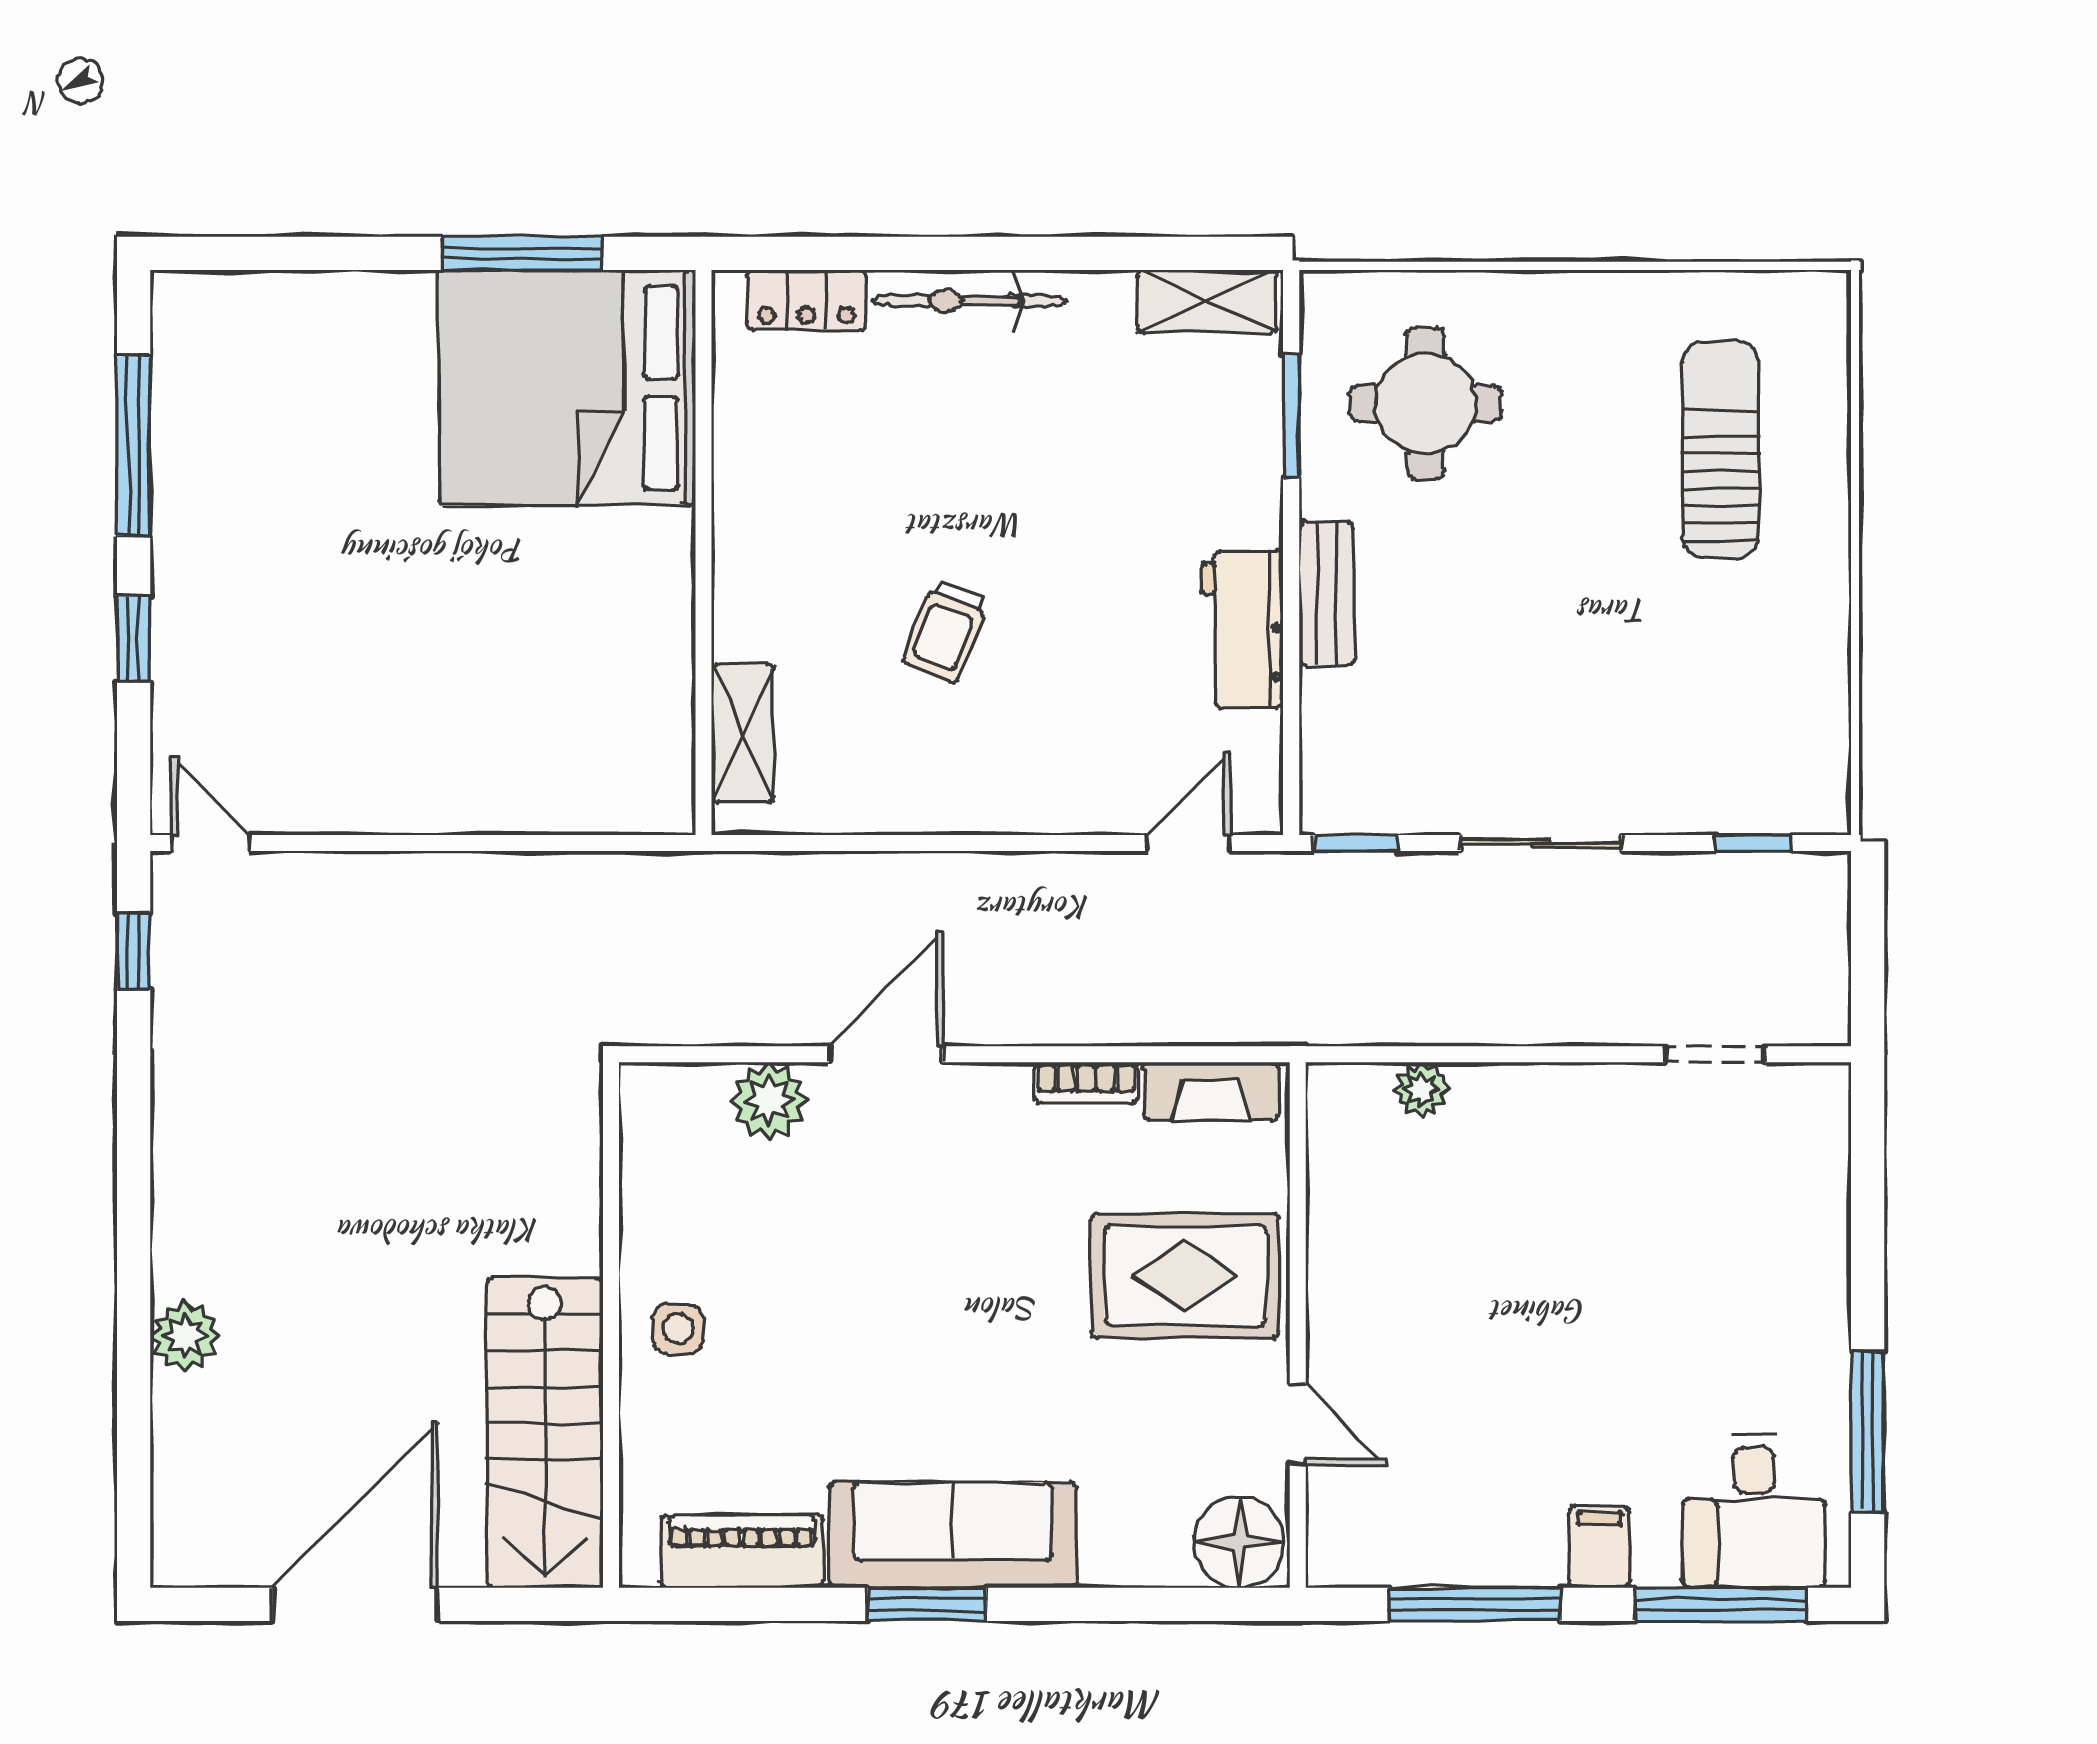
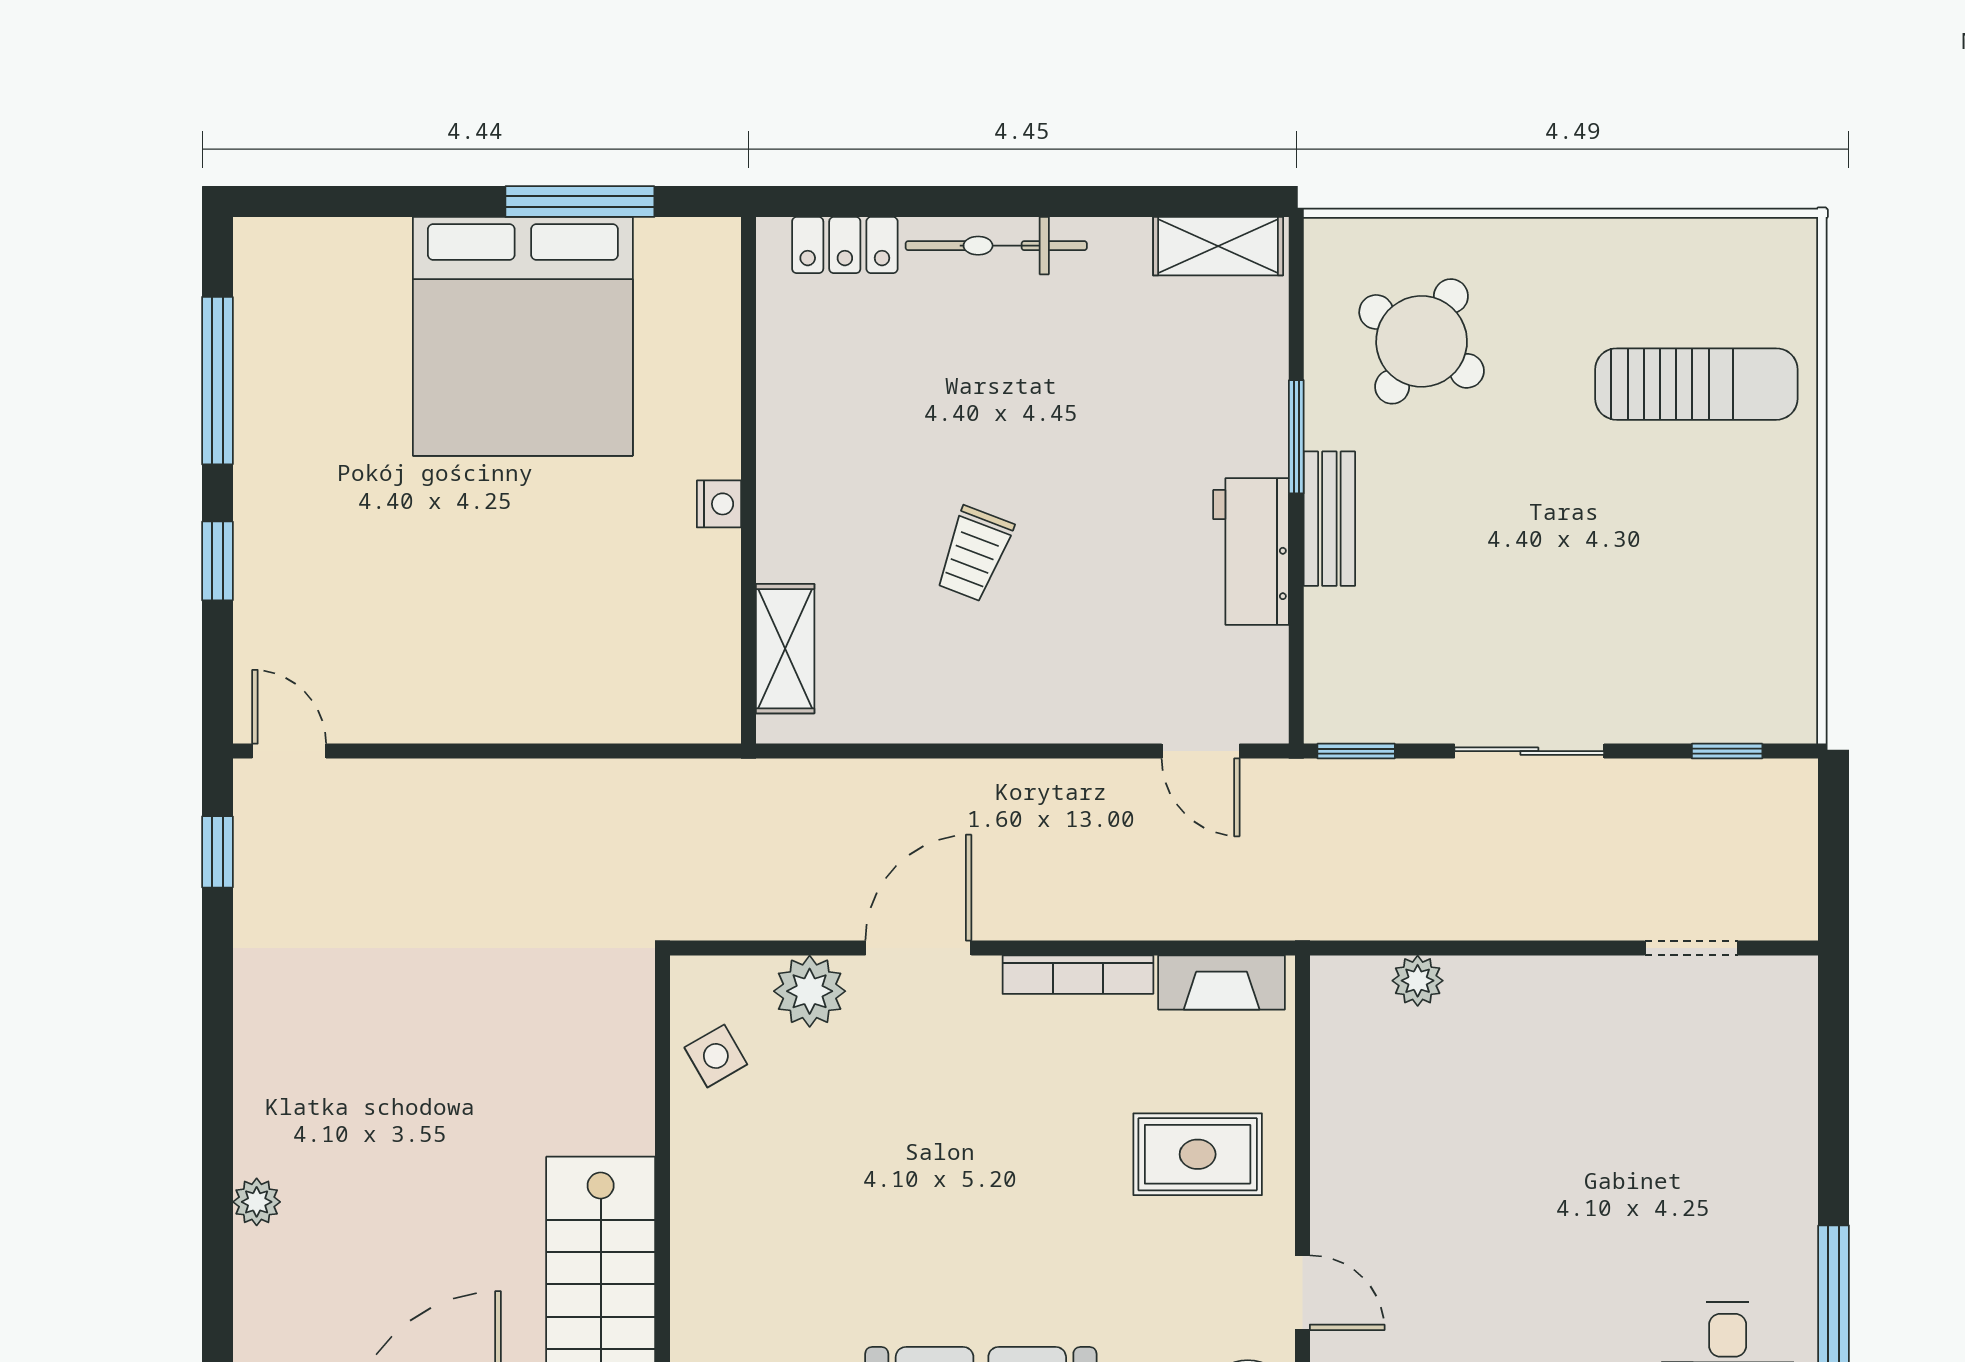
bed: (567, 388) -> (523, 336), moved, turned -90
round table: (1425, 403) -> (1422, 341), turned 33
window: (1291, 416) -> (1296, 437), moved
sun lounger: (1720, 449) -> (1696, 384), turned 90
nightstand: (672, 578) -> (719, 504), added
door: (1189, 843) -> (1201, 751), swing flipped
bookcase: (1086, 1083) -> (1078, 975), width x1.56
rug: (1185, 1276) -> (1198, 1154), width x0.73, depth x0.70
side table: (678, 1329) -> (716, 1056), moved, turned -30
plant: (185, 1336) -> (257, 1202), width x0.73, depth x0.73

